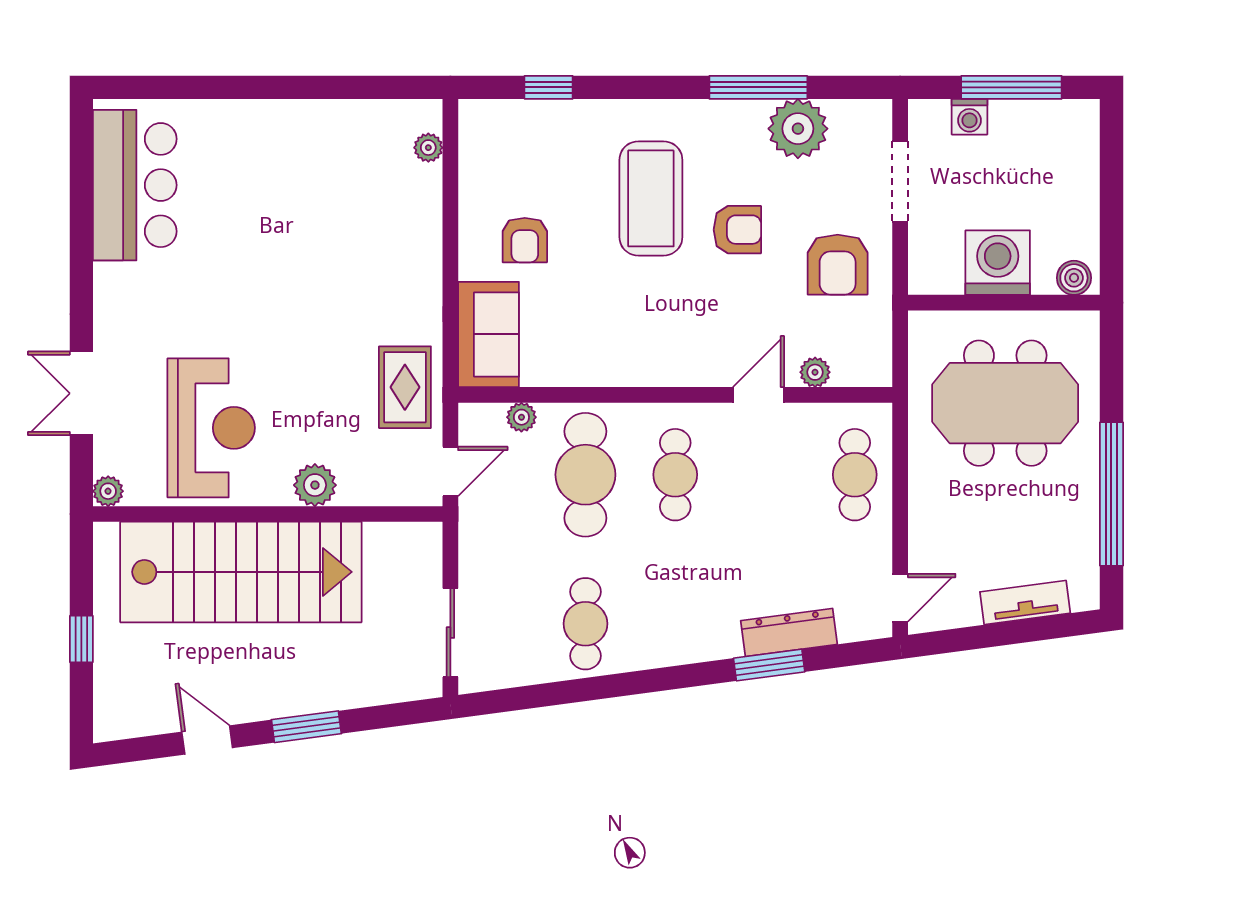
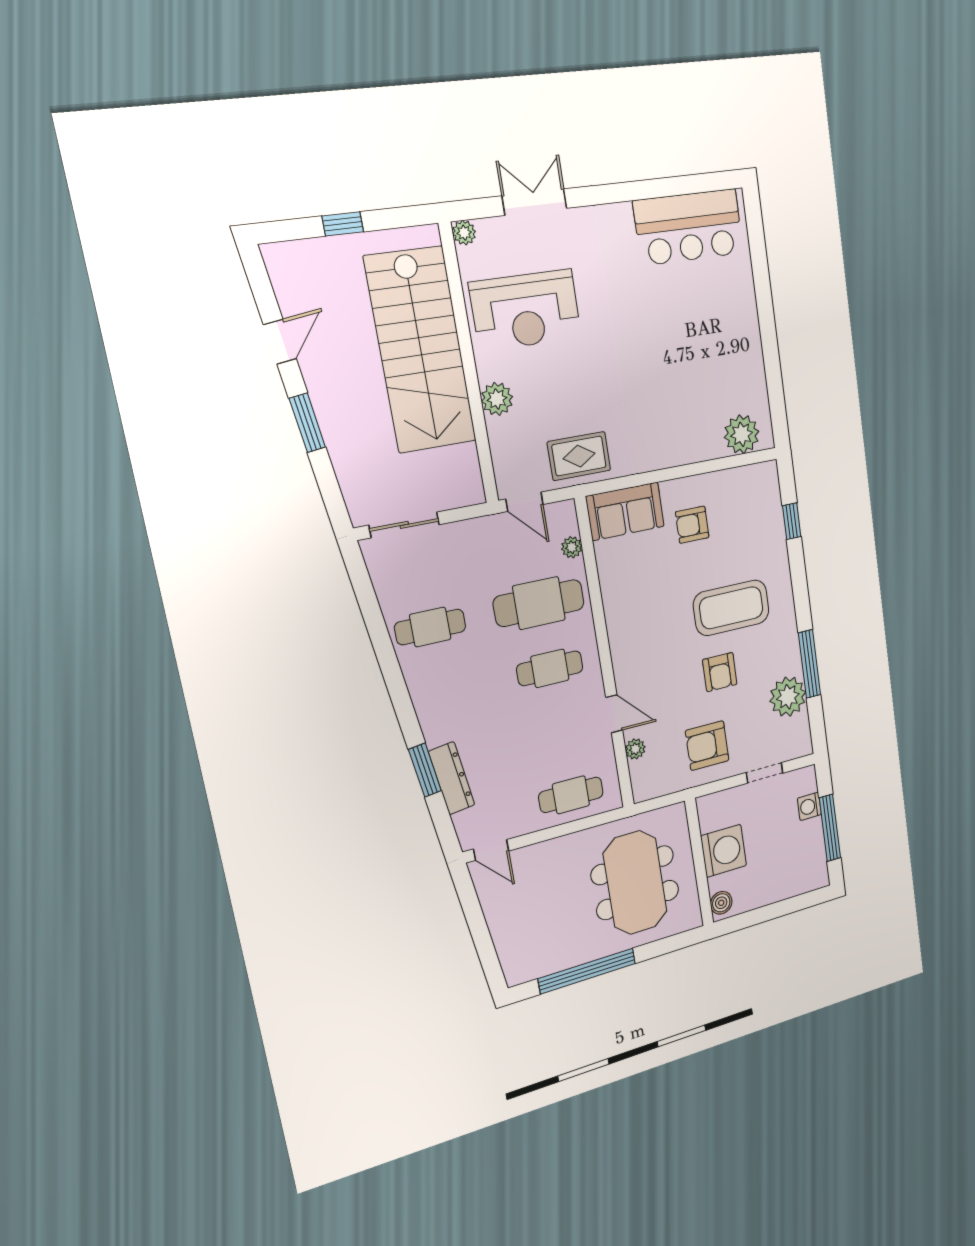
plant: (428, 148) -> (742, 434), width x1.88, depth x1.88
doorway: (900, 182) -> (765, 773), width x0.73
tv unit: (1025, 602) -> (503, 937), removed

